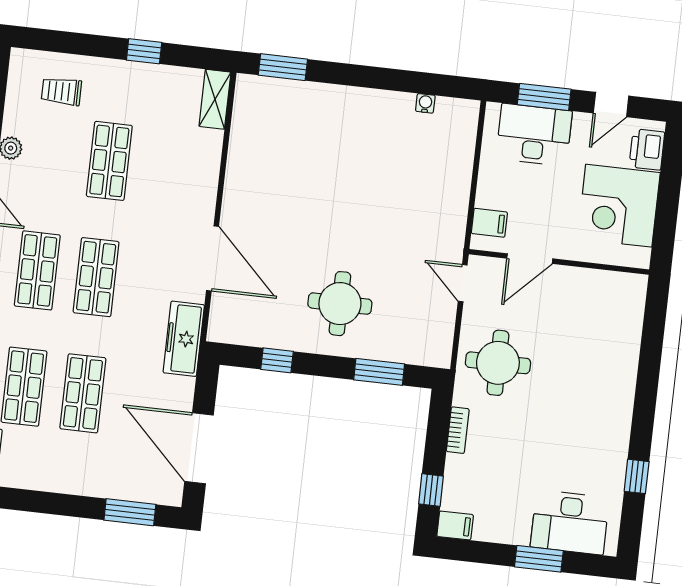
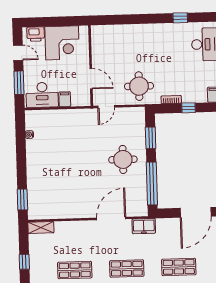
desk: (534, 135) -> (42, 95), moved, turned -90
filing cabinet: (489, 223) -> (65, 99), moved
freezer: (184, 339) -> (144, 226), width x0.71
window: (277, 360) -> (152, 184), width x3.17
window: (431, 490) -> (188, 108), moved

